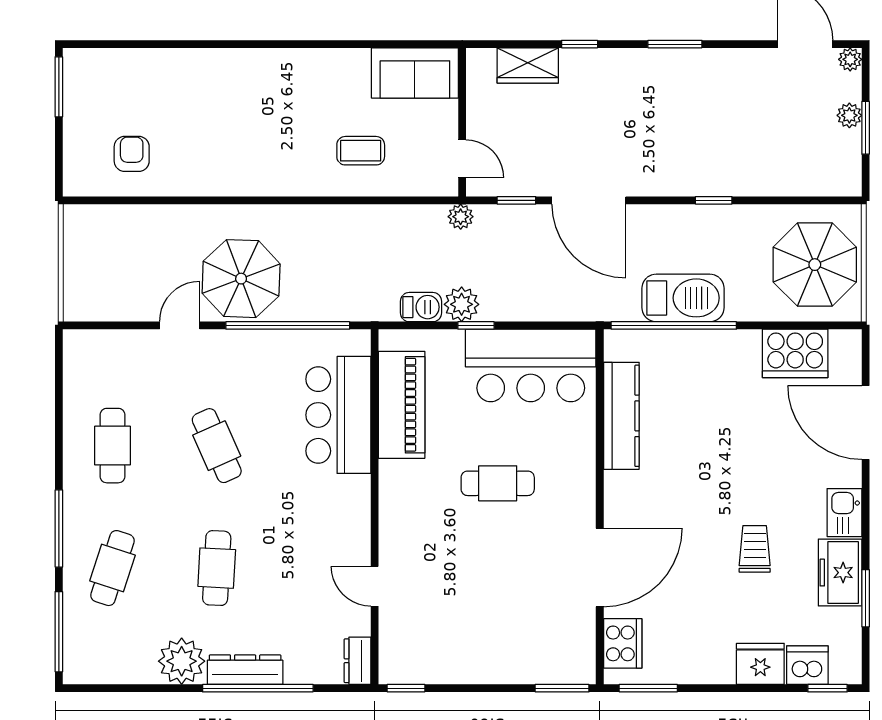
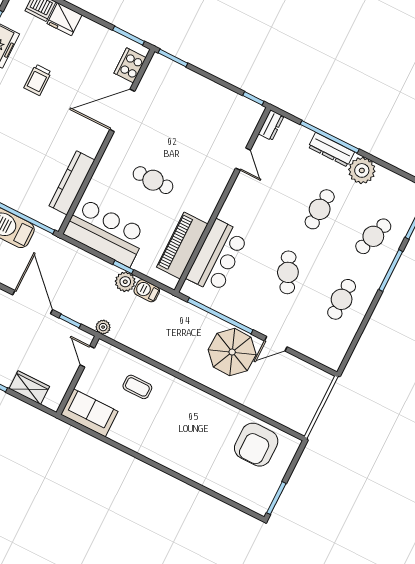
armchair: (132, 154) -> (256, 445), width x1.88, depth x1.88

